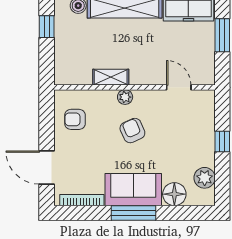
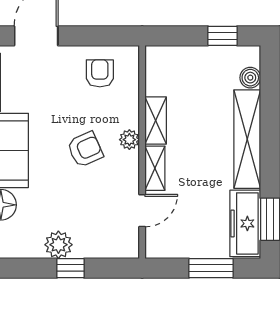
shelving: (147, 78) -> (155, 168), added
plant: (205, 178) -> (58, 245), moved

